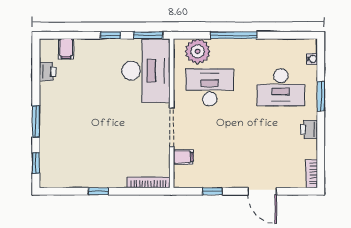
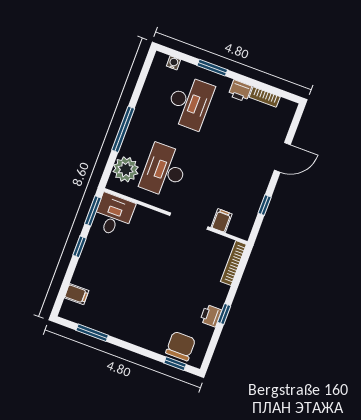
desk: (146, 71) -> (113, 215), width x0.53, depth x0.77
printer: (48, 72) -> (211, 316), moved, turned -90
window: (36, 121) -> (92, 333), moved
chair: (54, 162) -> (181, 346), added
bookcase: (312, 174) -> (265, 97), moved

